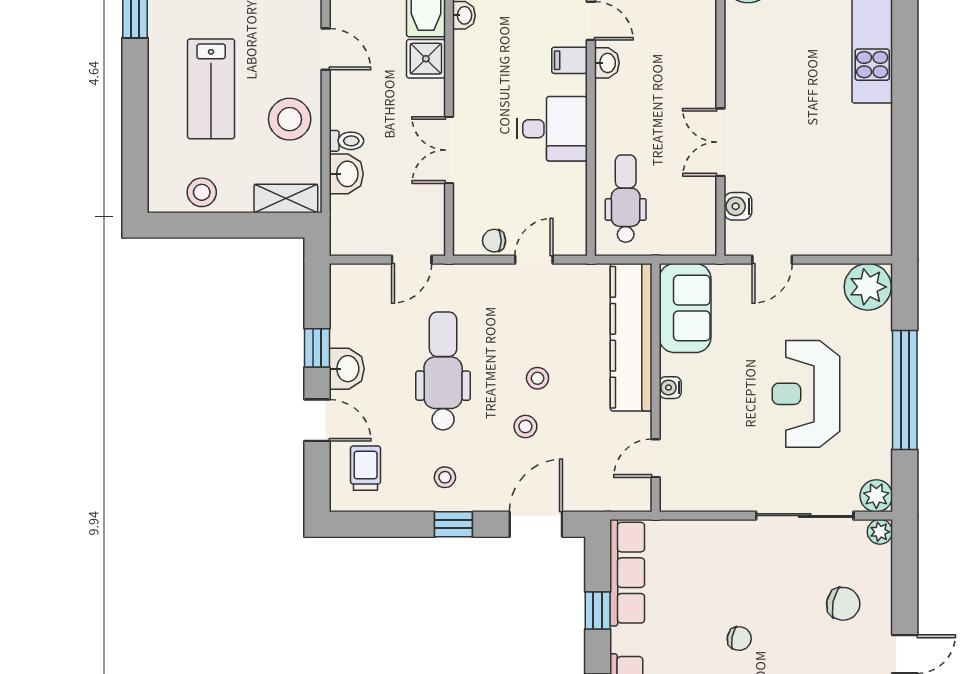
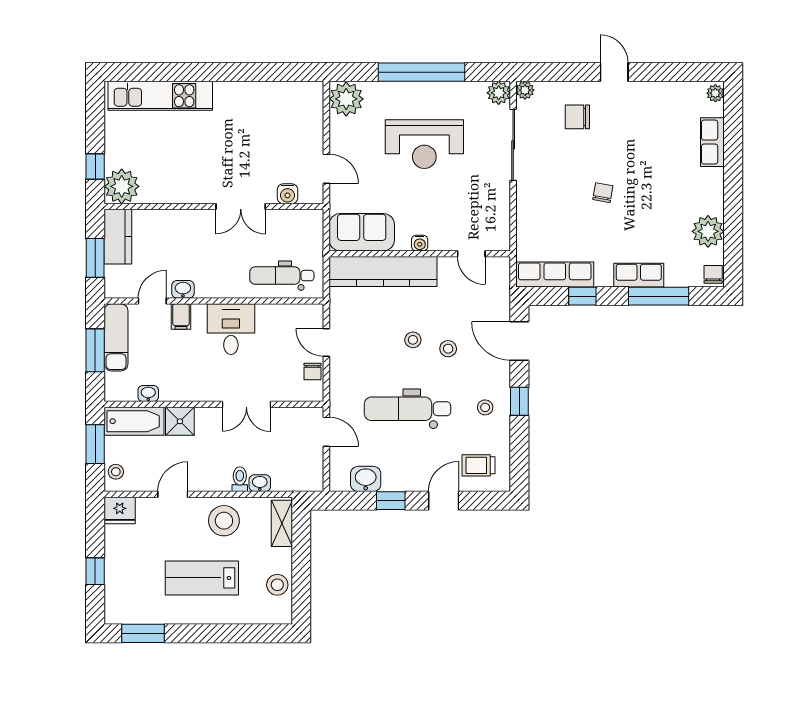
lab bench: (211, 89) -> (202, 578), turned 180
washbasin: (346, 174) -> (260, 483), width x0.72, depth x0.69
washbasin: (347, 369) -> (366, 479), moved
chair: (843, 604) -> (577, 117), turned -102

